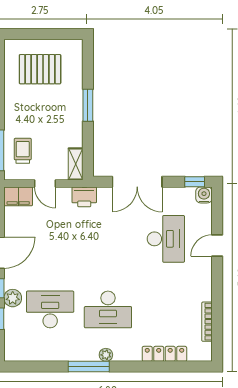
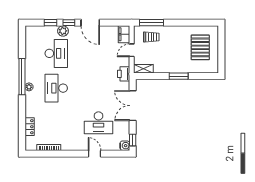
locker: (164, 354) -> (30, 127), width x0.66
window: (89, 366) -> (22, 77), width x1.46

